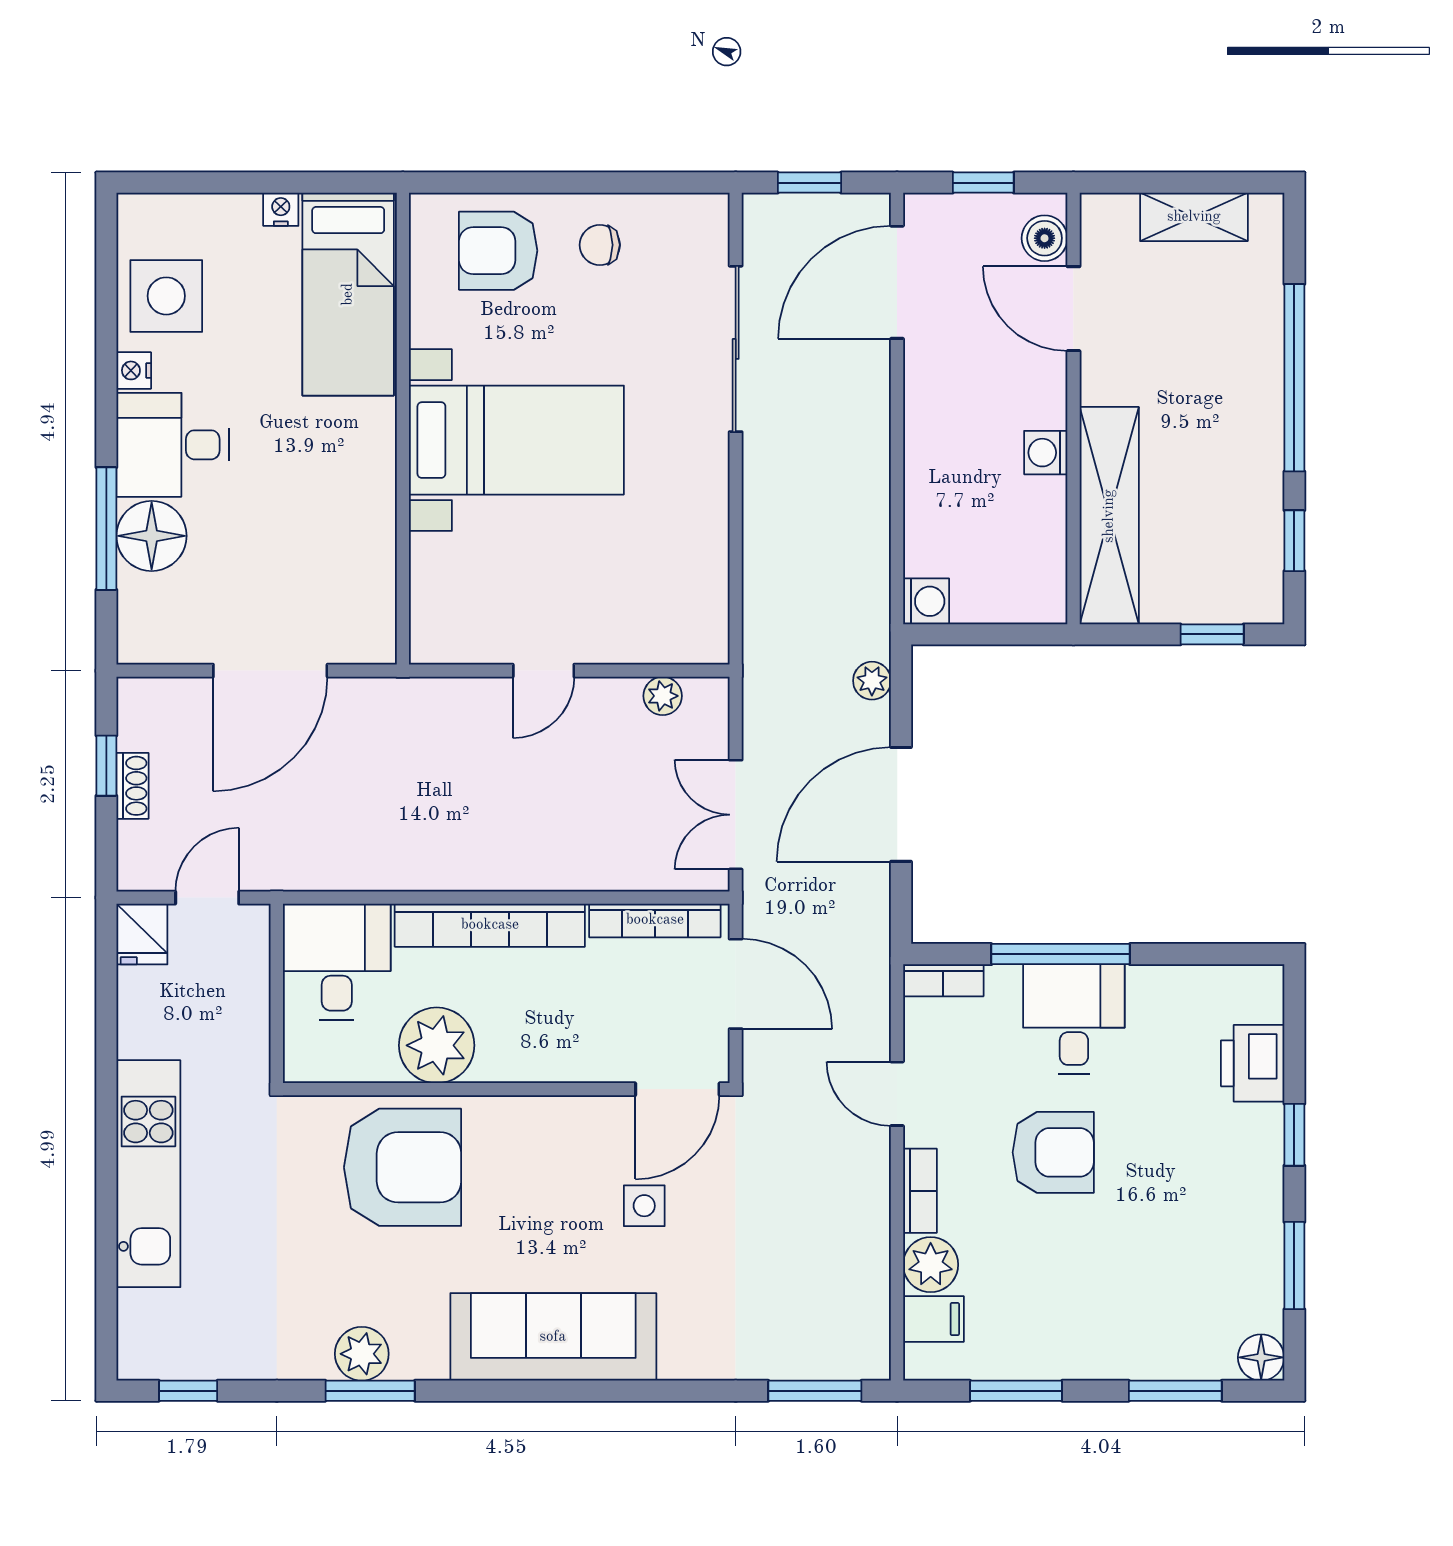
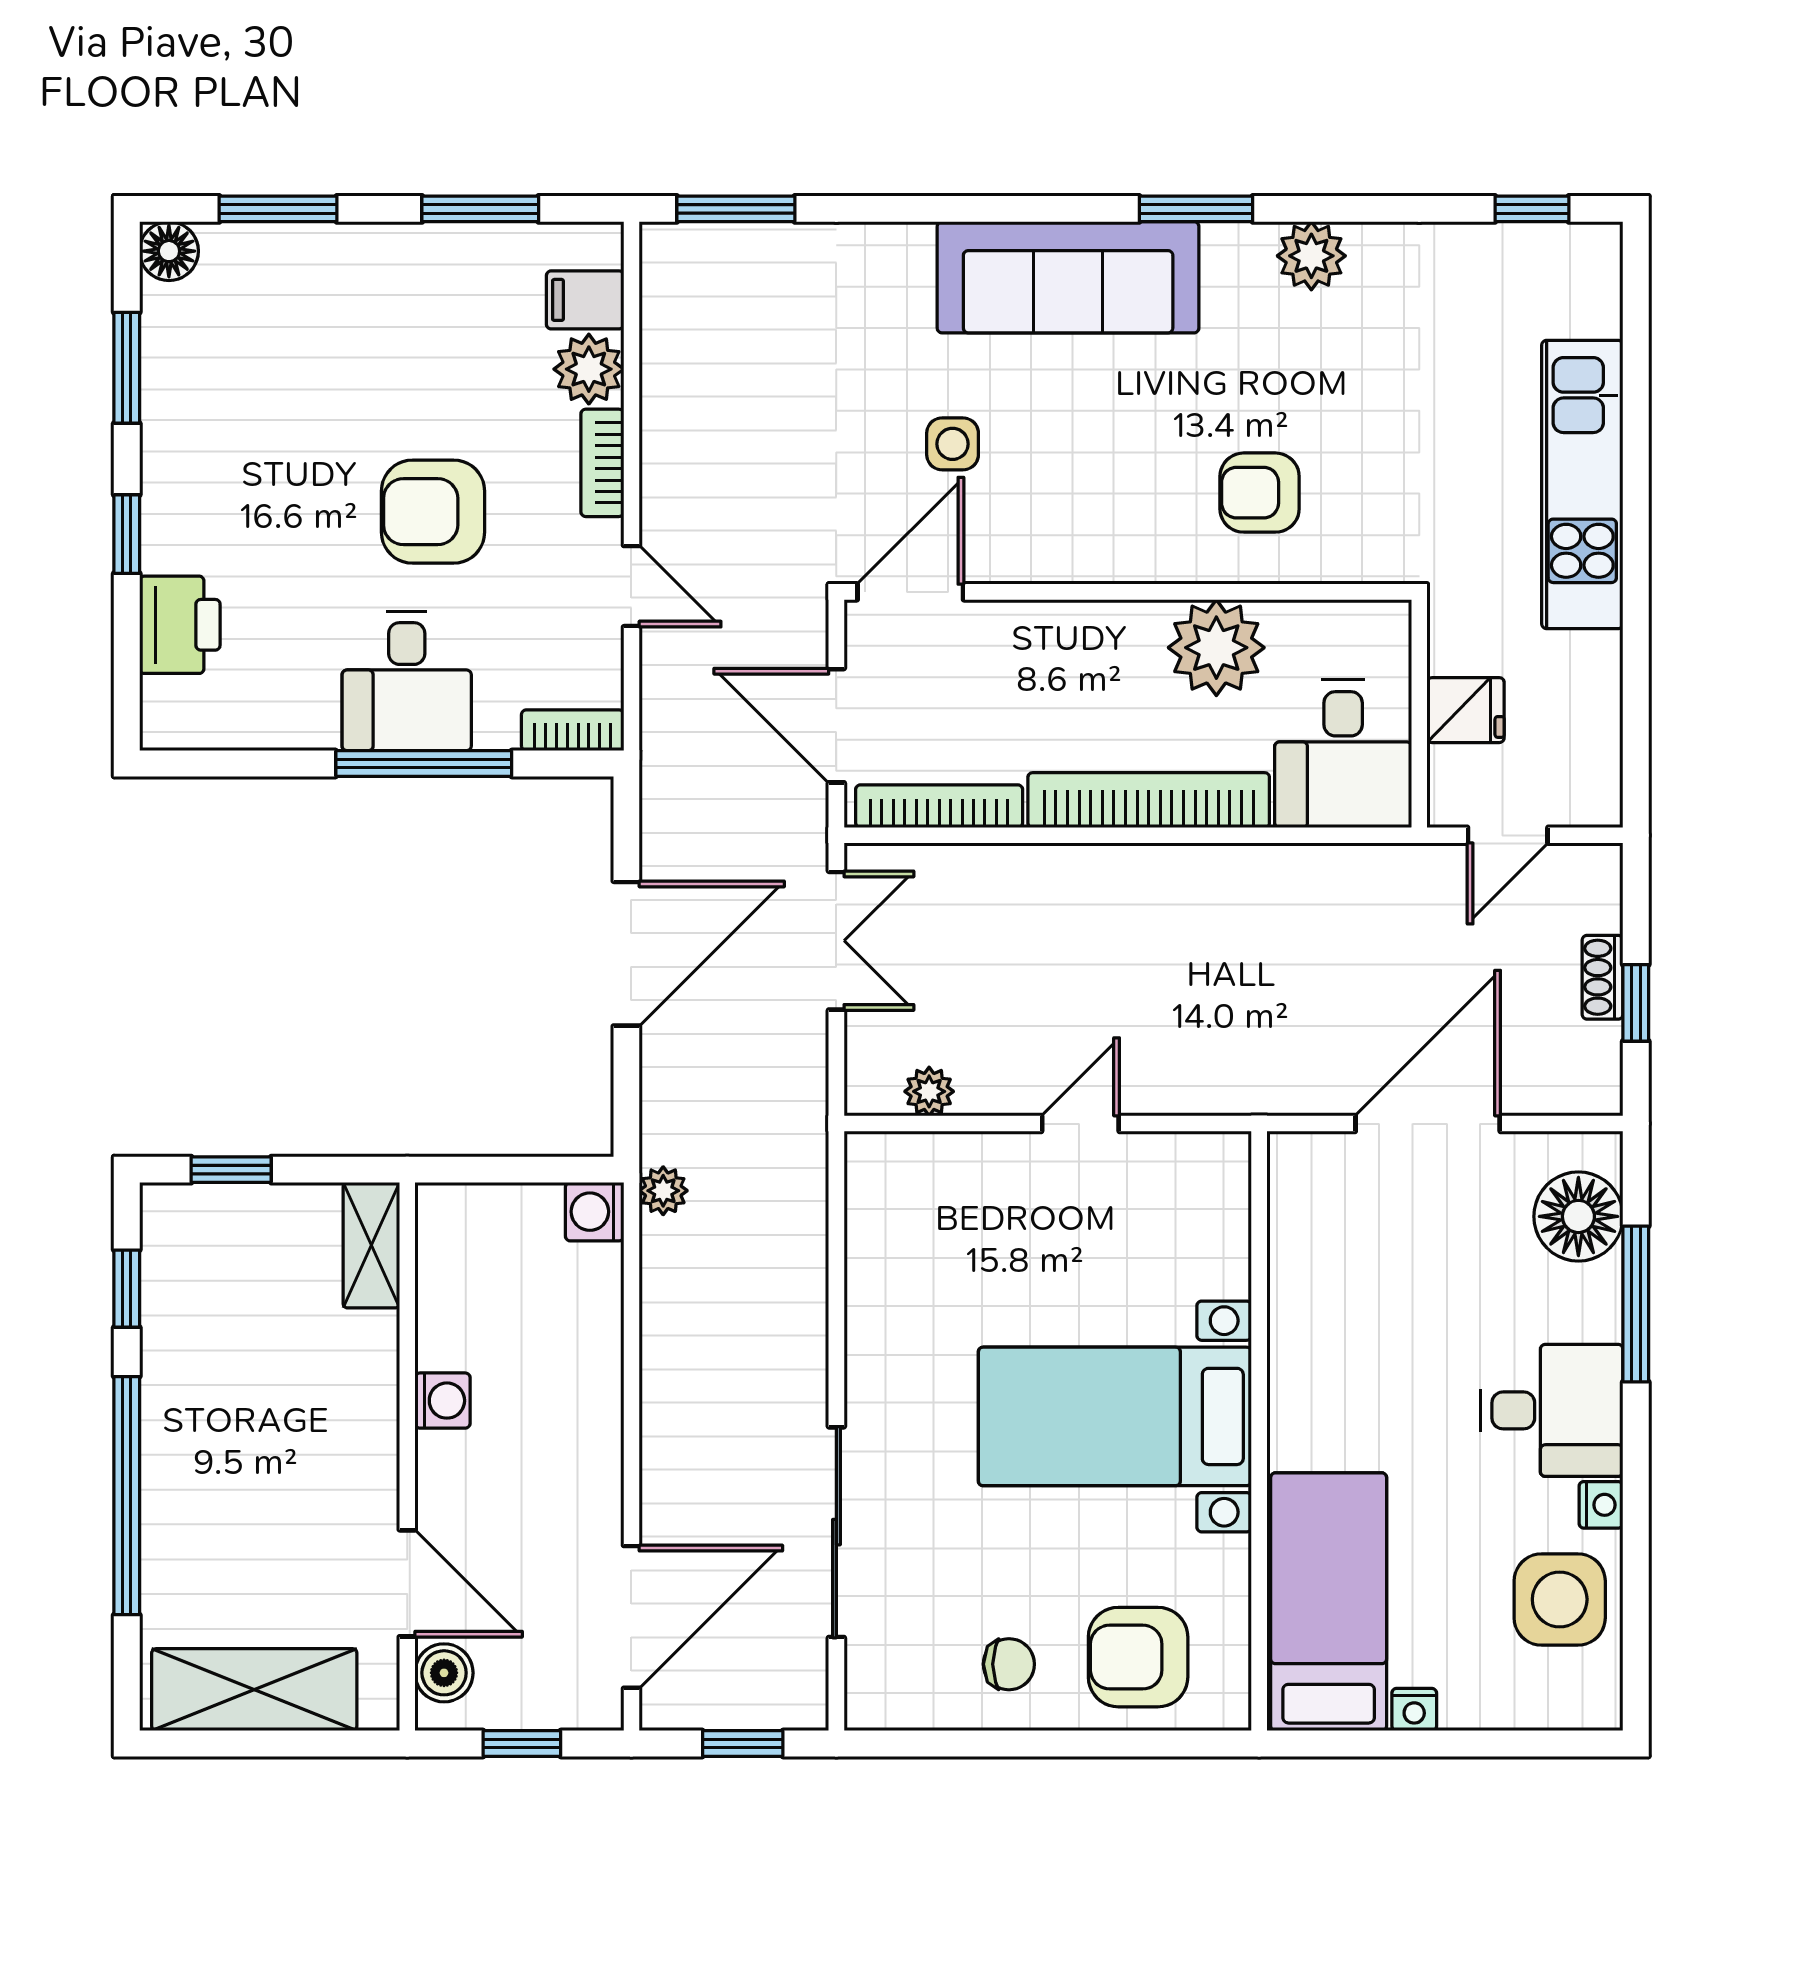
shelving: (1194, 217) -> (254, 1690), width x1.50, depth x1.33
armchair: (498, 251) -> (1138, 1657), turned 180
shelving: (1109, 516) -> (371, 1245), width x0.45, depth x0.75
floor lamp: (152, 536) -> (1578, 1216), moved
plant: (872, 681) -> (663, 1191), moved
fridge: (142, 934) -> (1466, 710), moved, turned 90
armchair: (403, 1167) -> (1260, 493), width x0.53, depth x0.53
window: (370, 1391) -> (1196, 209), moved

